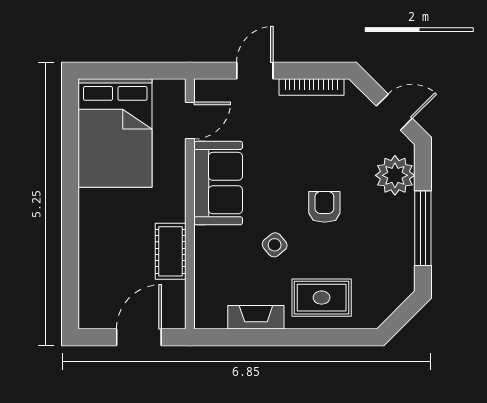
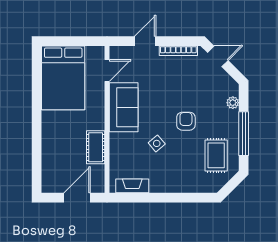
door: (394, 112) -> (218, 56), moved
plant: (395, 175) -> (233, 103), width x0.53, depth x0.53
rug: (322, 298) -> (216, 155), moved, turned 90
fireplace: (256, 317) -> (132, 186), moved

